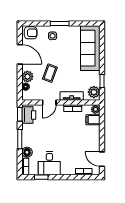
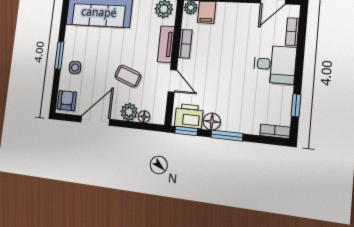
floor lamp: (27, 152) -> (212, 122), moved
desk: (49, 163) -> (275, 64), moved

